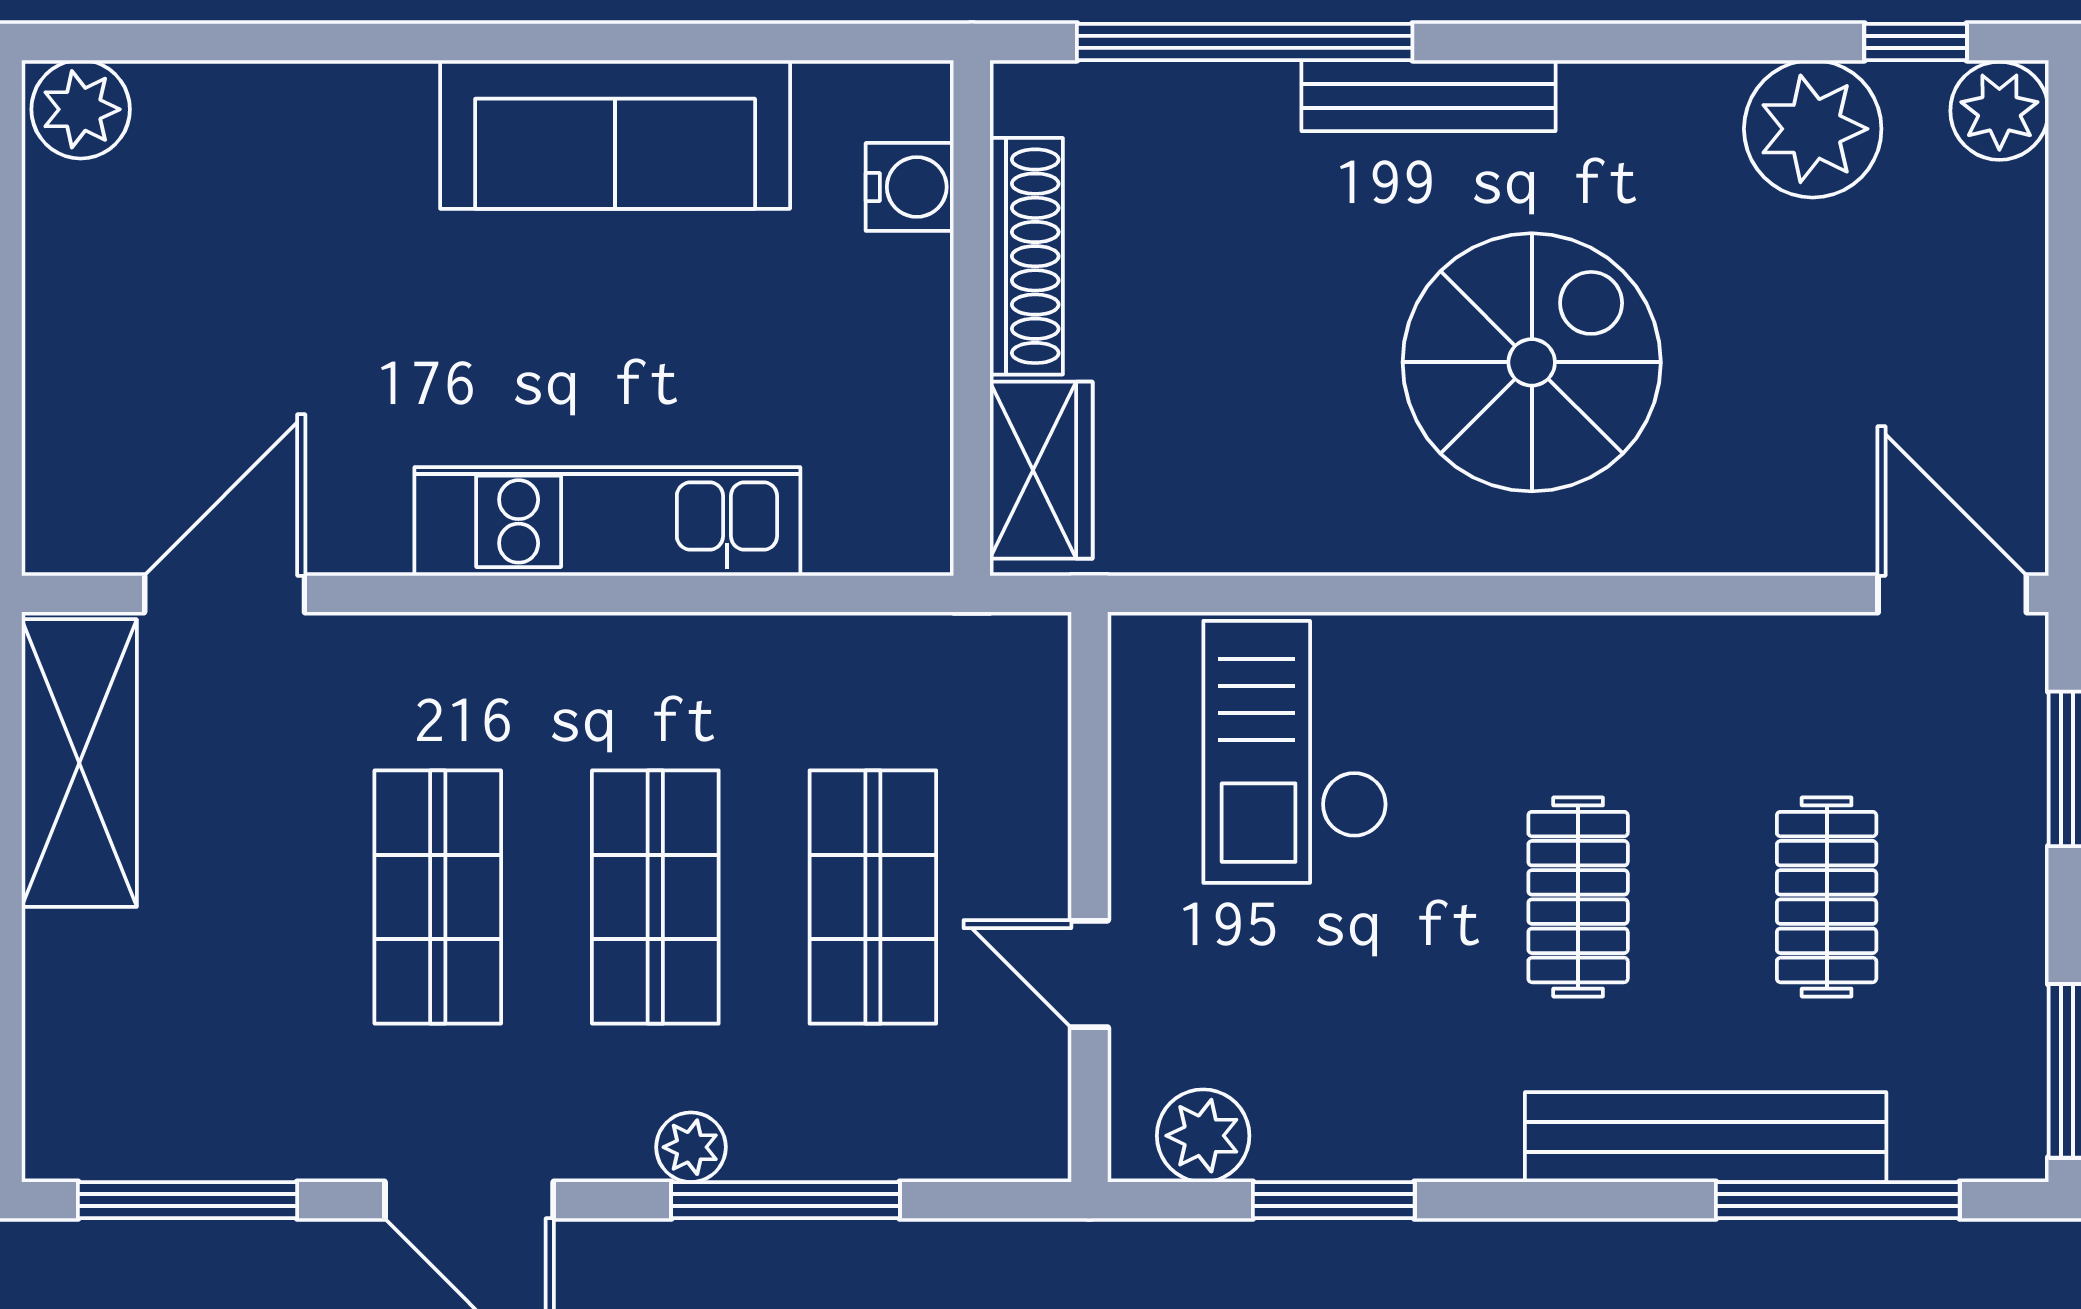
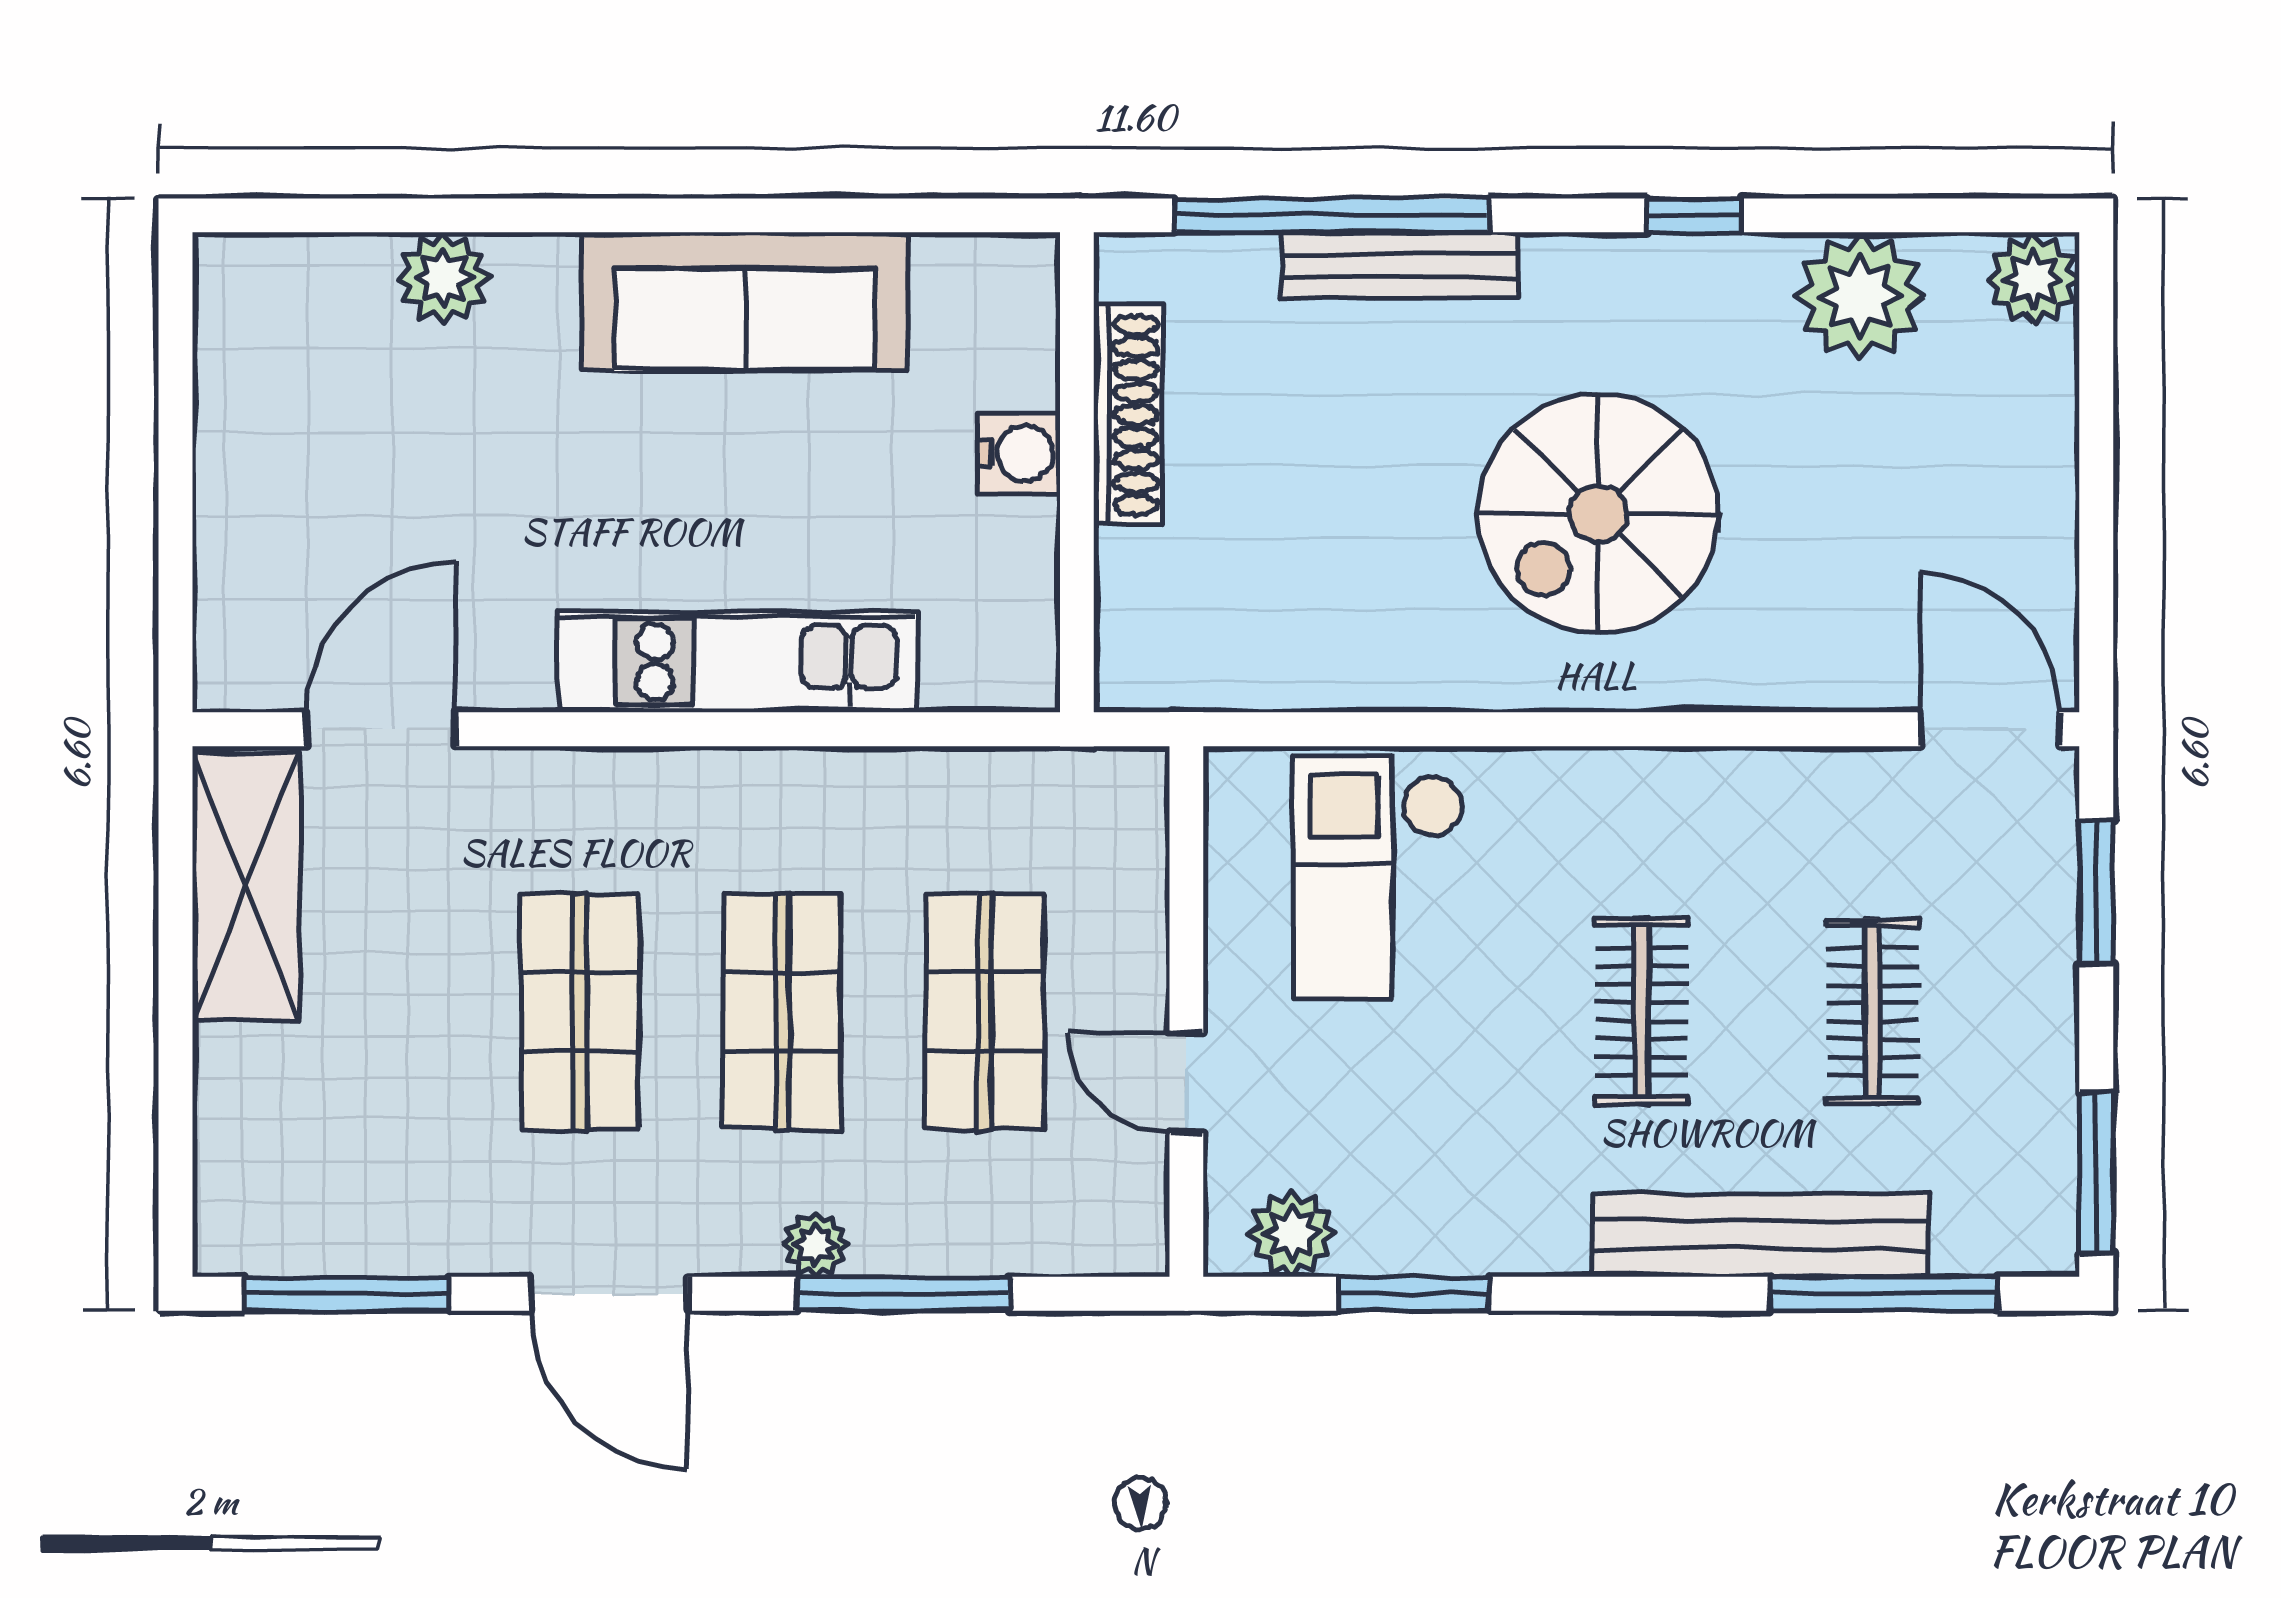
window: (1916, 42) -> (1694, 215), moved
bench: (1428, 96) -> (1399, 265), moved
plant: (81, 109) -> (443, 278), moved
water cooler: (910, 187) -> (1019, 453), moved
spiral stairs: (1532, 362) -> (1598, 514), turned 180
wardrobe: (1041, 470) -> (1142, 614), removed

